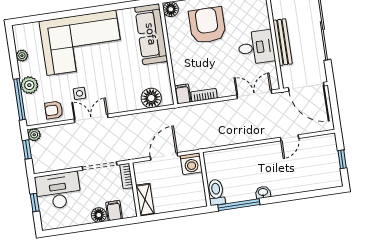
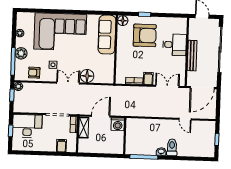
armchair: (207, 25) -> (145, 35), turned 90
desk: (256, 47) -> (175, 45), moved
door: (306, 87) -> (202, 88), hinge flipped
filing cabinet: (183, 94) -> (148, 79), moved
floor lamp: (151, 98) -> (87, 76), moved
double door: (91, 118) -> (68, 83), moved
door: (290, 138) -> (185, 119), hinge flipped
toilet: (216, 192) -> (172, 147), moved
shelving: (145, 200) -> (84, 128), moved
floor lamp: (99, 215) -> (51, 147), removed

